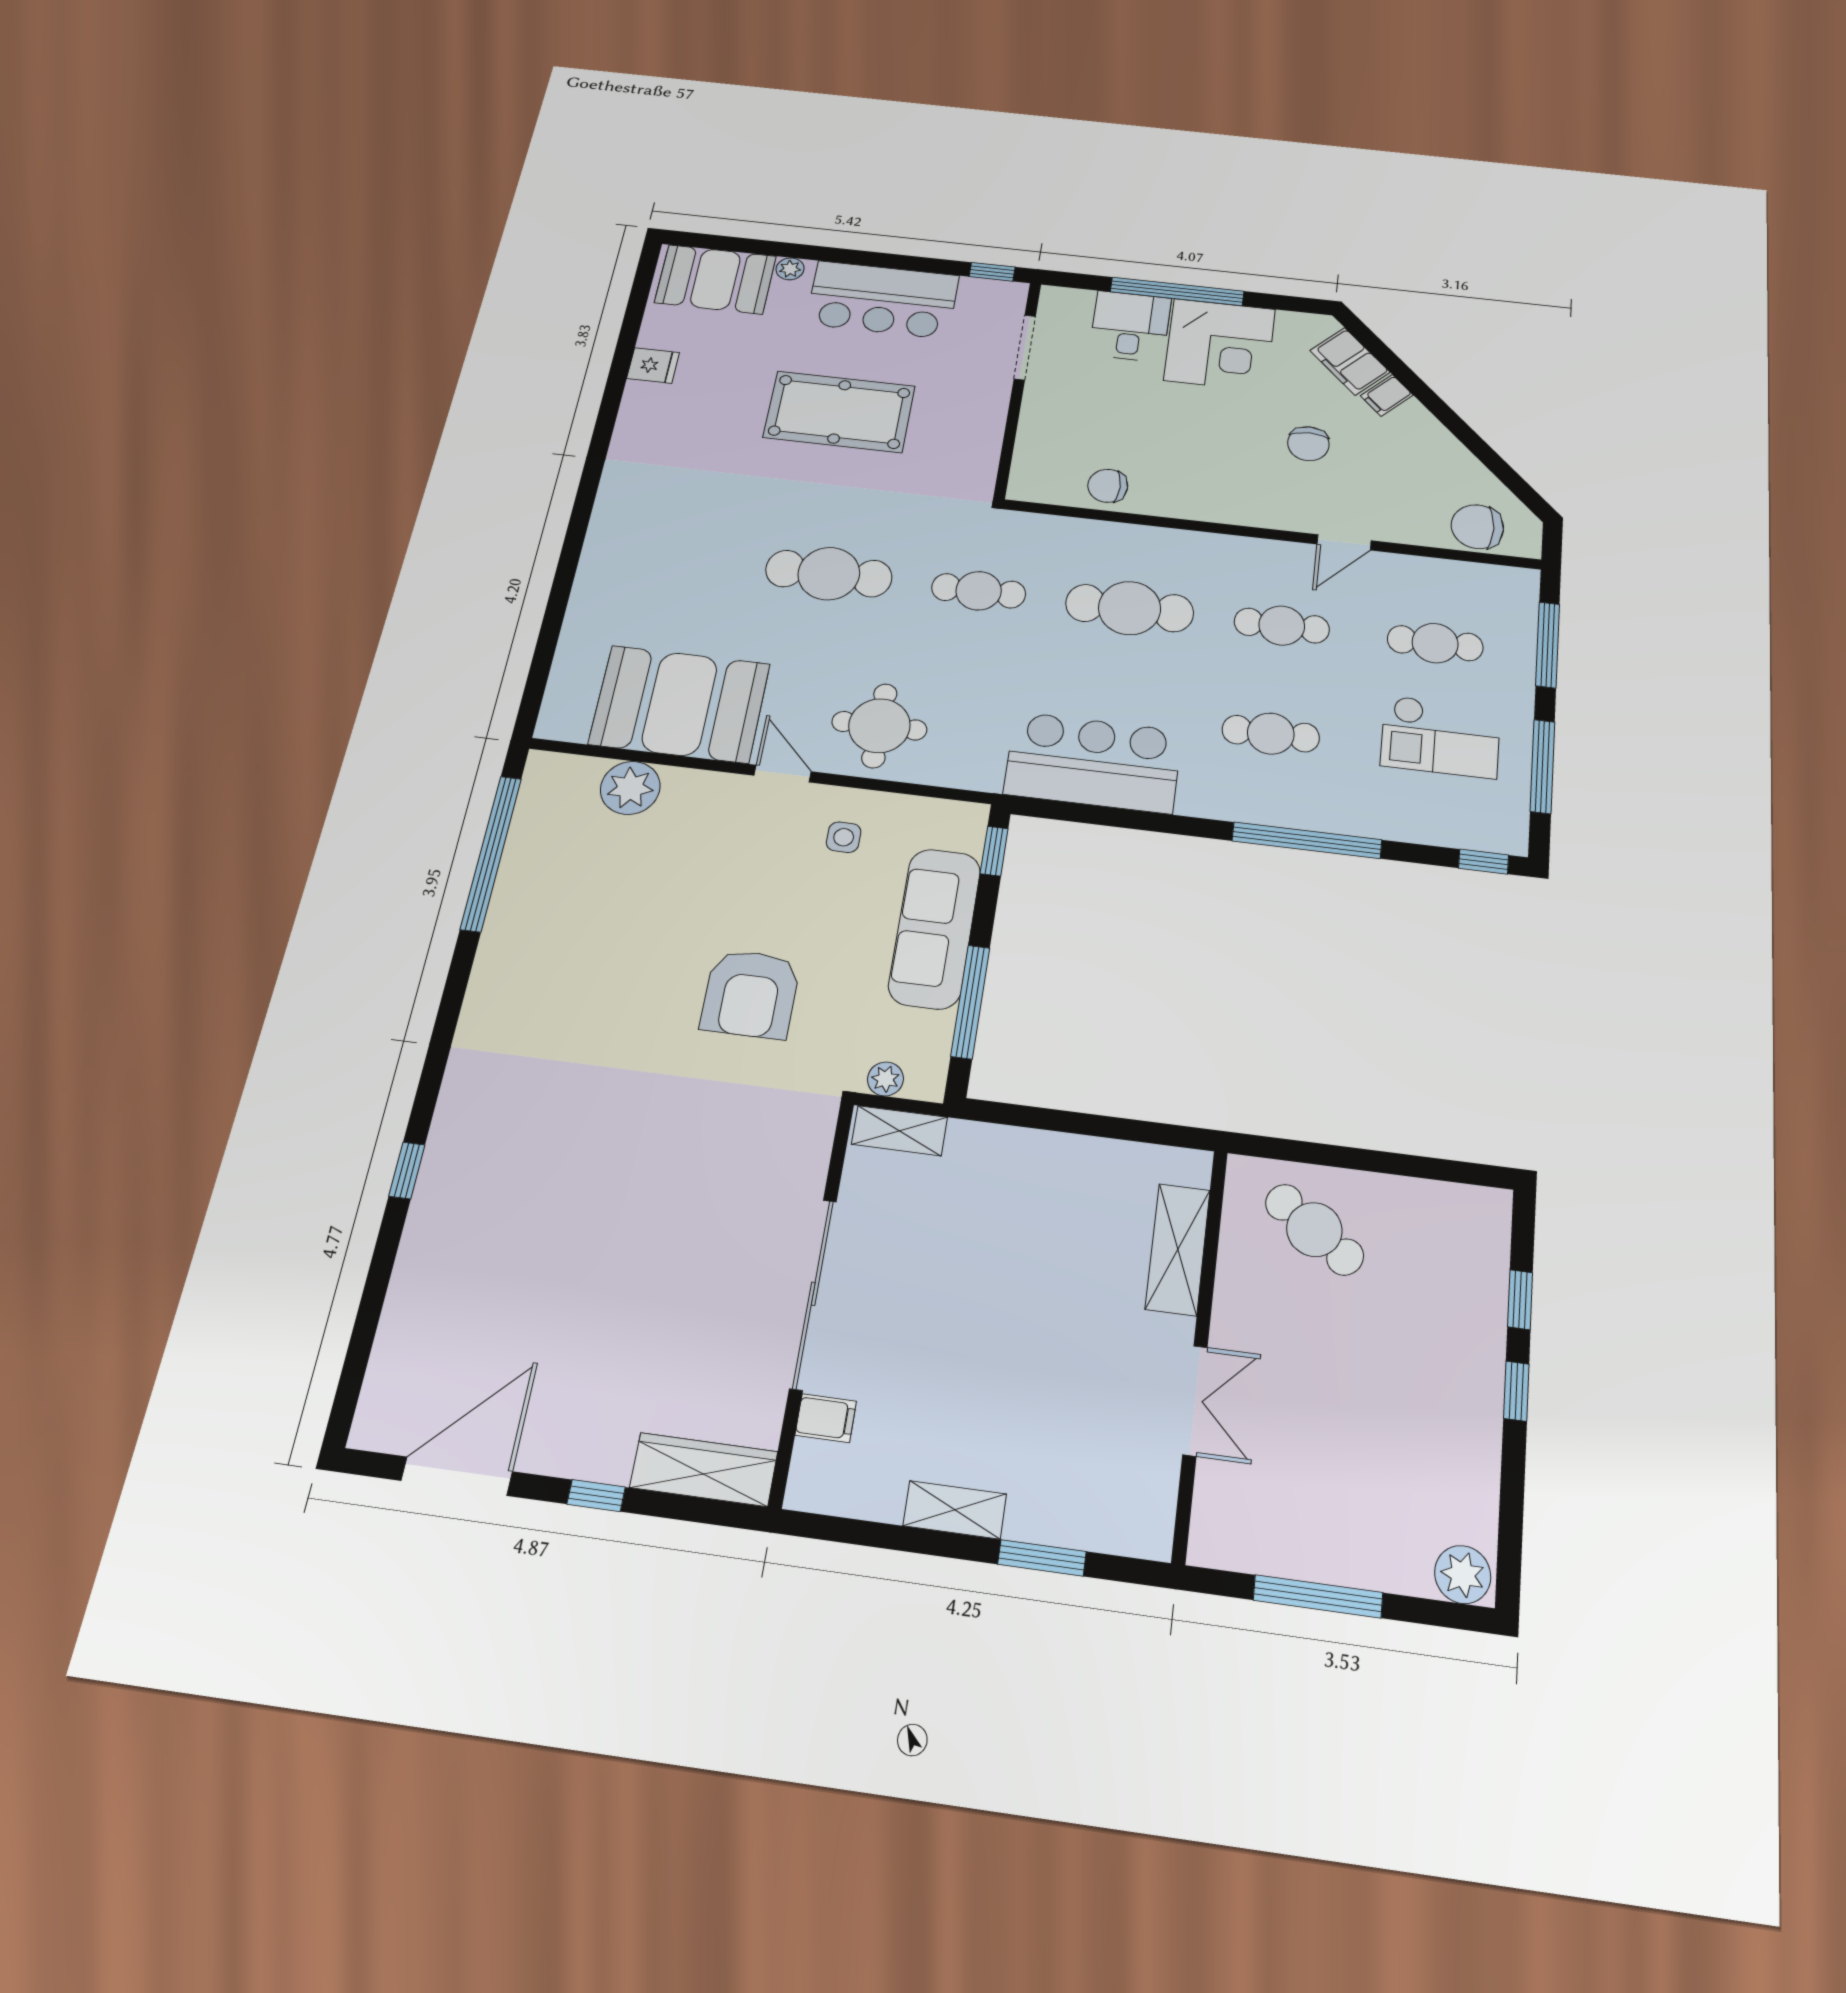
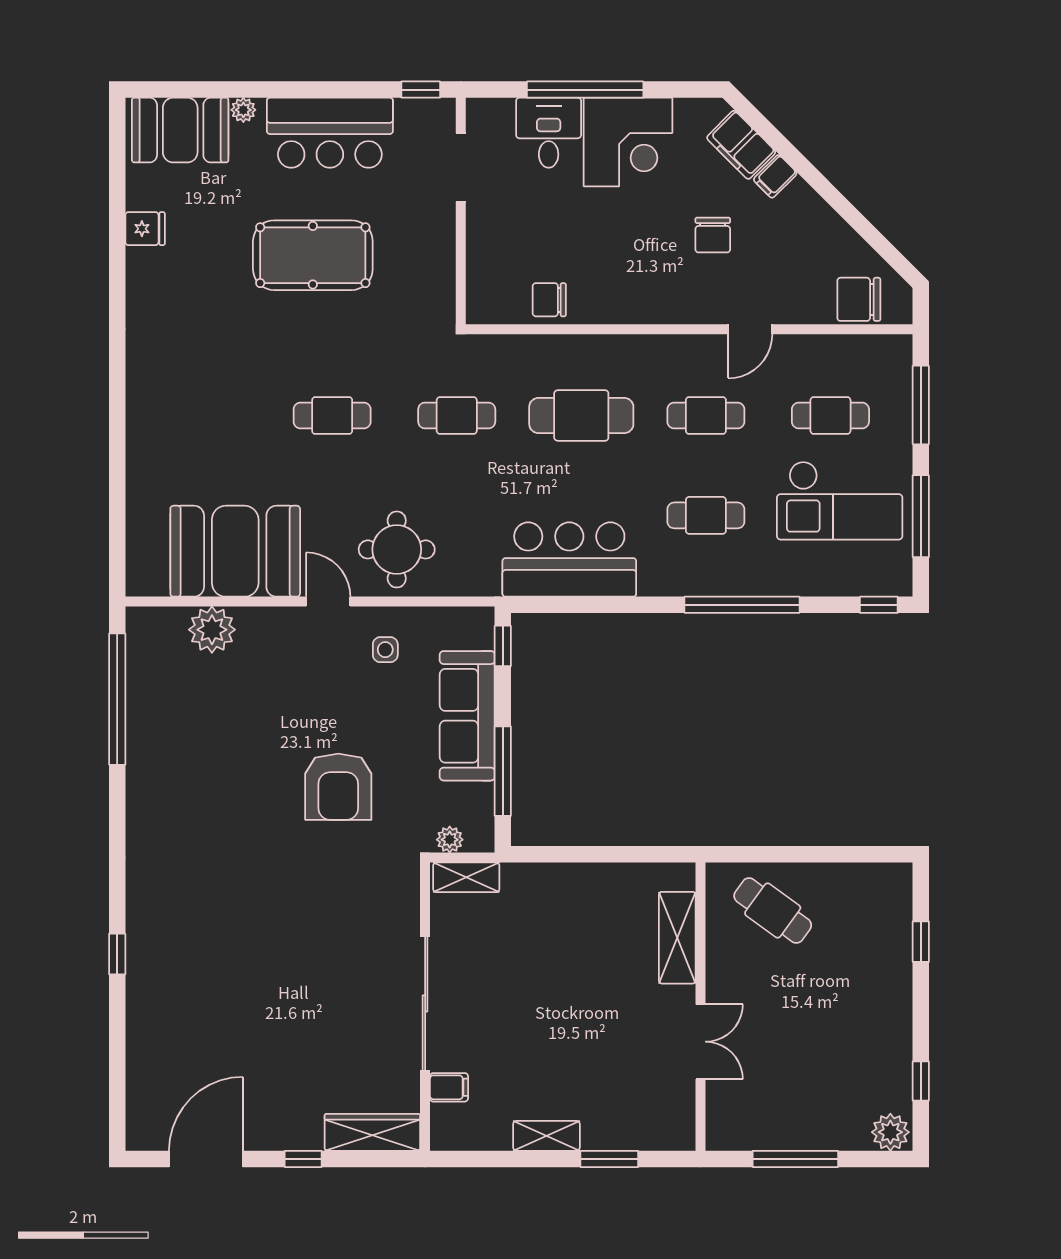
cafe table: (829, 574) -> (332, 415), width x0.73, depth x0.74
checkout: (1440, 737) -> (840, 500), width x1.36, depth x1.21
window: (1516, 1391) -> (921, 1081), moved

